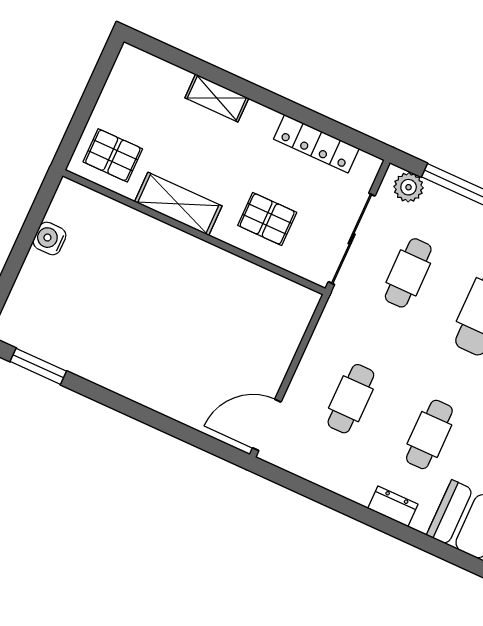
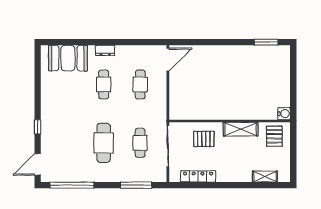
shelving: (217, 98) -> (265, 177), moved
pallet: (113, 155) -> (274, 136), turned 90
plant: (409, 187) -> (155, 176), removed
water cooler: (50, 238) -> (284, 114), moved

